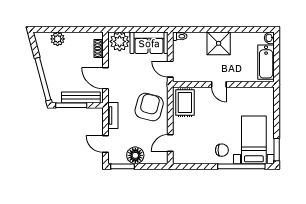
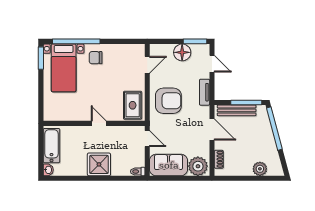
armchair: (149, 107) -> (168, 101), turned -105

